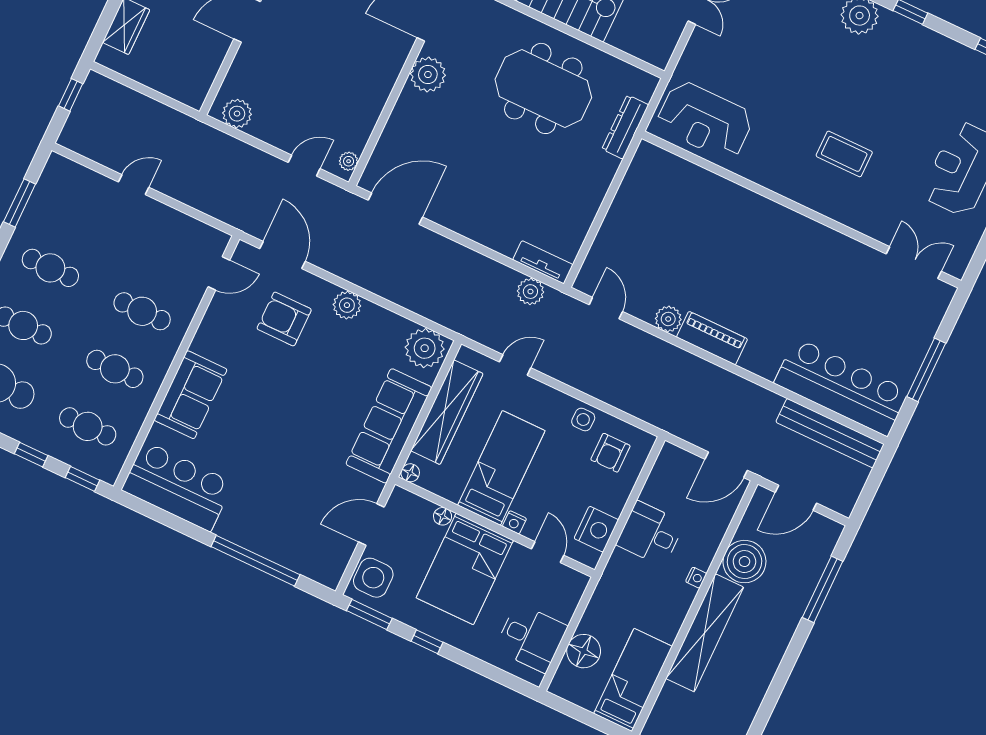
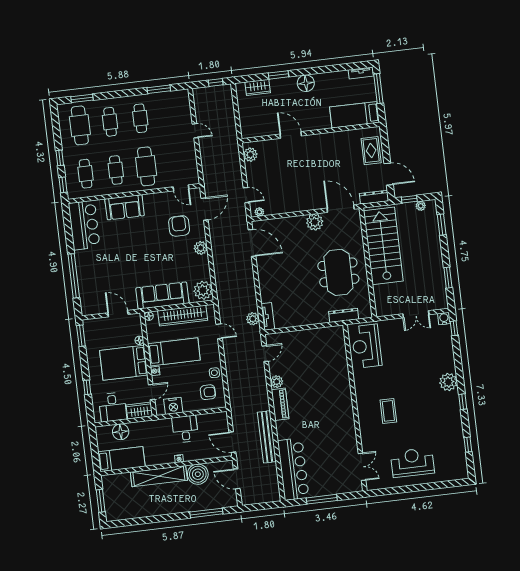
cafe table: (142, 311) -> (146, 166), width x1.37, depth x1.35
bench: (830, 433) -> (267, 437), moved
armchair: (610, 453) -> (208, 392), turned 180
side table: (373, 578) -> (97, 328), removed
wardrobe: (567, 594) -> (139, 410), added
window: (427, 642) -> (87, 387), moved

